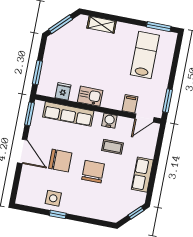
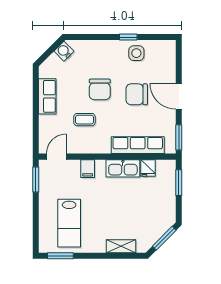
kitchen sink: (90, 96) -> (123, 168), width x1.38
filing cabinet: (130, 104) -> (88, 169), moved
water cooler: (109, 121) -> (64, 51), moved, turned 135
window: (136, 213) -> (46, 55), removed

